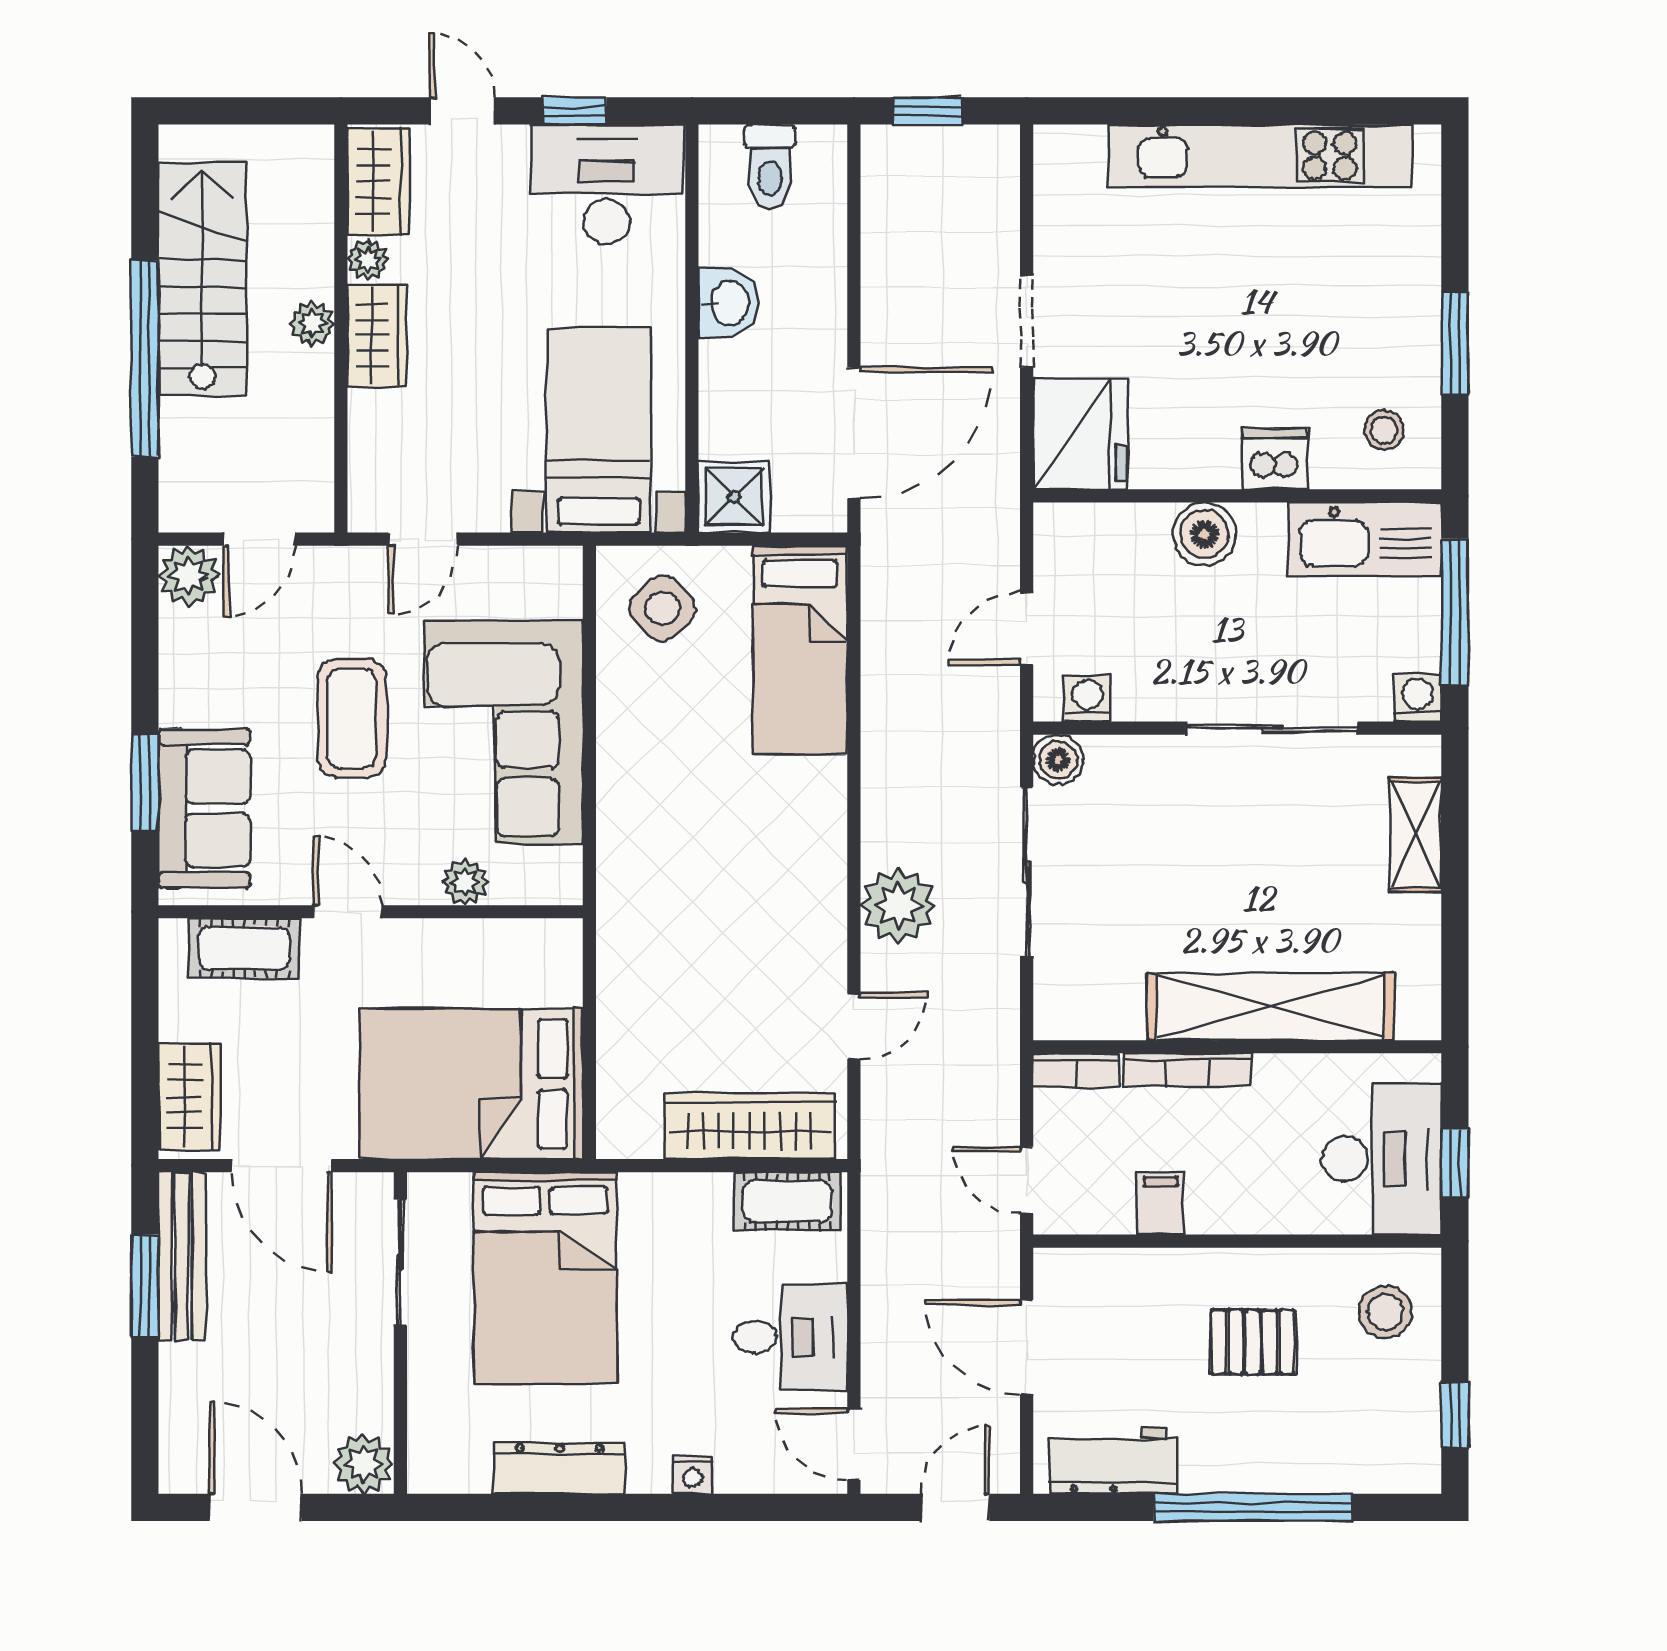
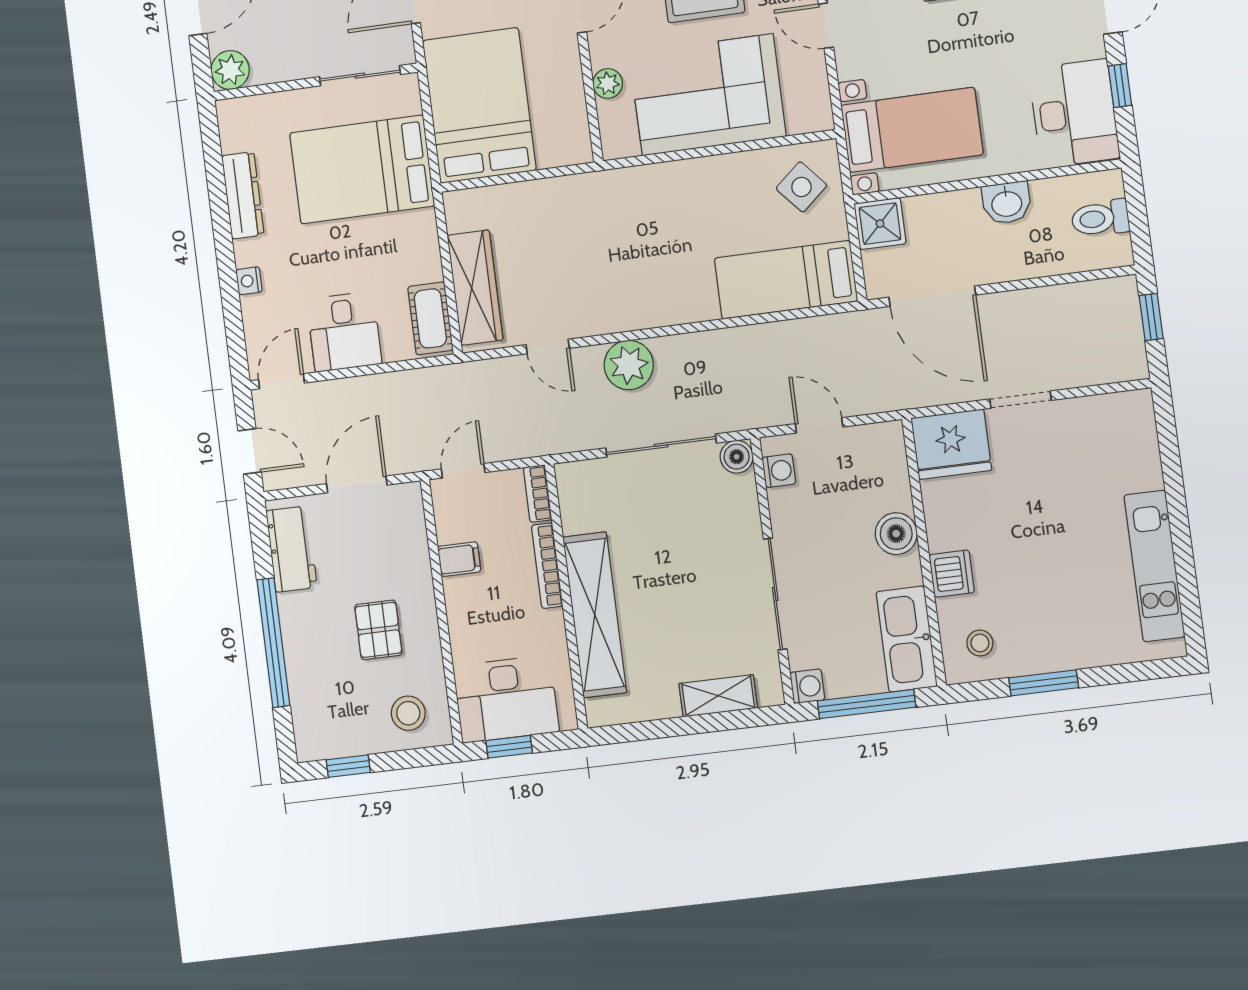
kitchen unit: (1260, 156) -> (1154, 566), width x0.73

